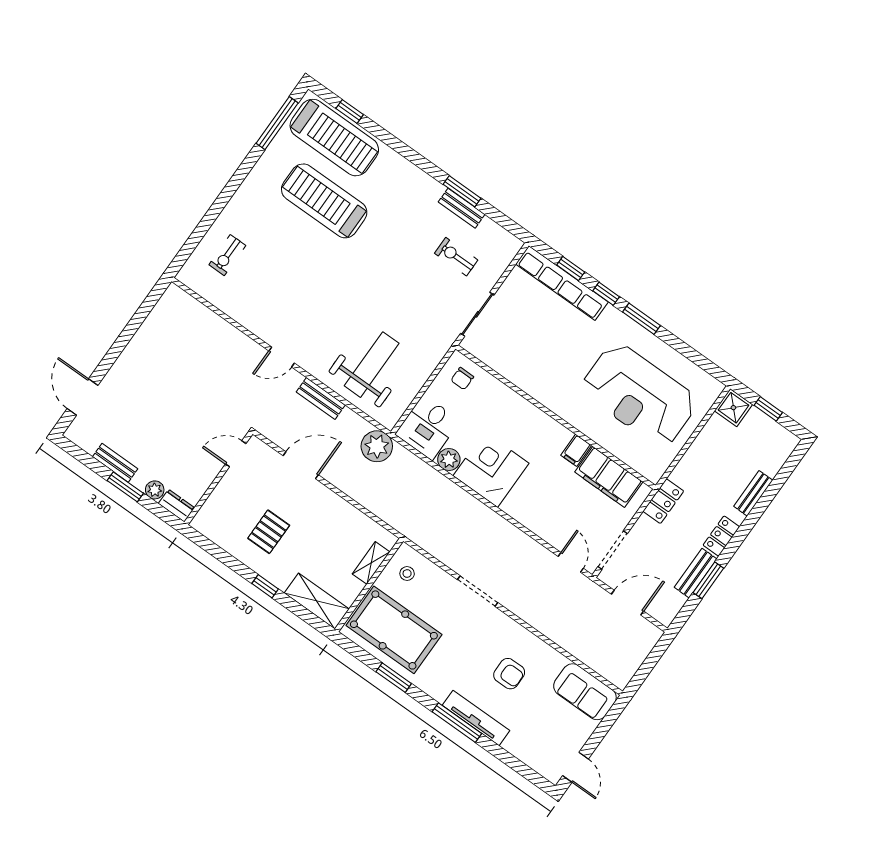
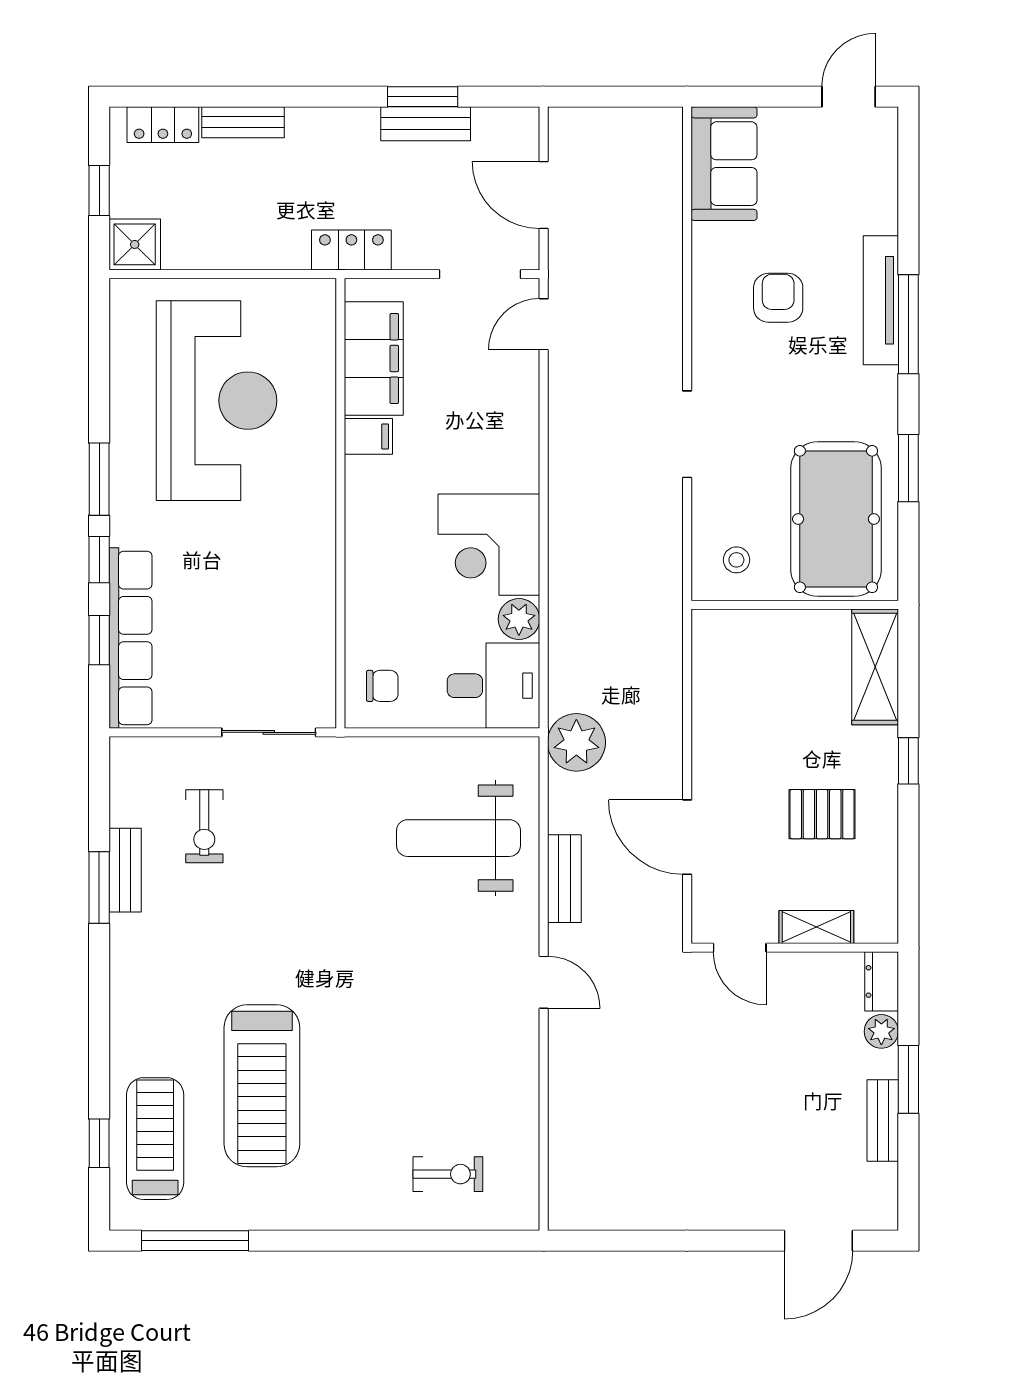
treadmill: (334, 138) -> (155, 1139), width x0.73, depth x0.73
locker: (721, 536) -> (163, 125), moved
shelving: (371, 563) -> (816, 927), moved

